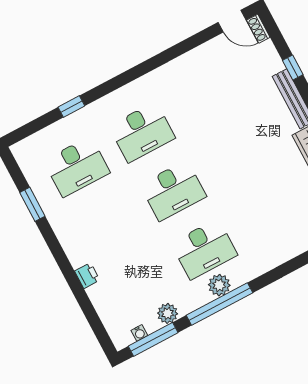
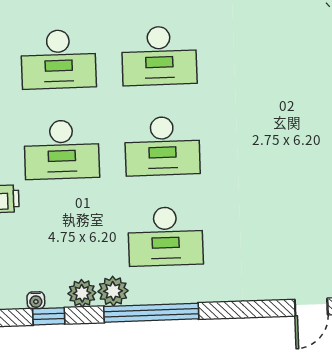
desk: (108, 225) -> (62, 150), added
plant: (219, 285) -> (113, 291), moved
window: (153, 339) -> (49, 316), width x0.46

